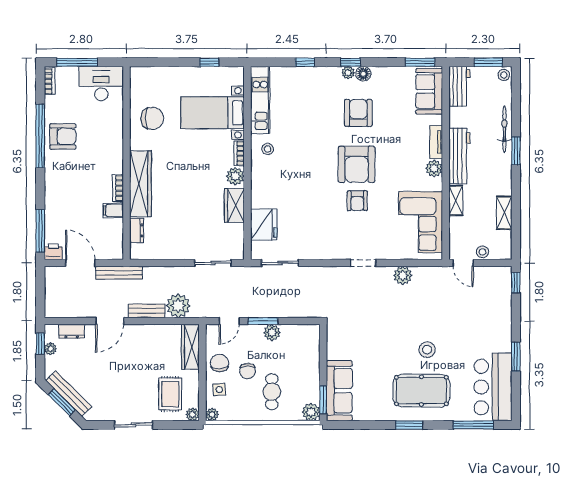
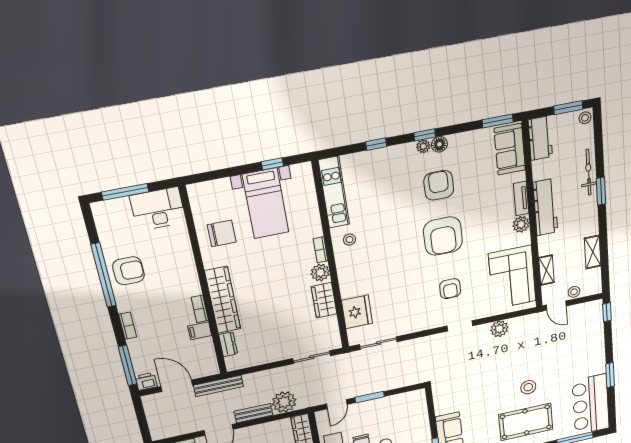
bookcase: (50, 81) -> (128, 326), moved
bed with nightstands: (213, 113) -> (266, 203), moved, turned -90
shelving: (456, 200) -> (546, 270), moved
armchair: (357, 201) -> (450, 289), moved
plant: (272, 332) -> (380, 405), removed

